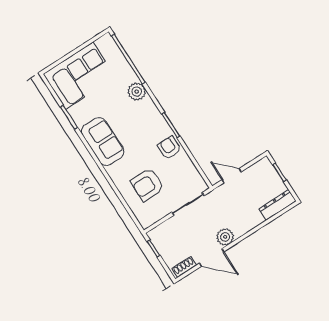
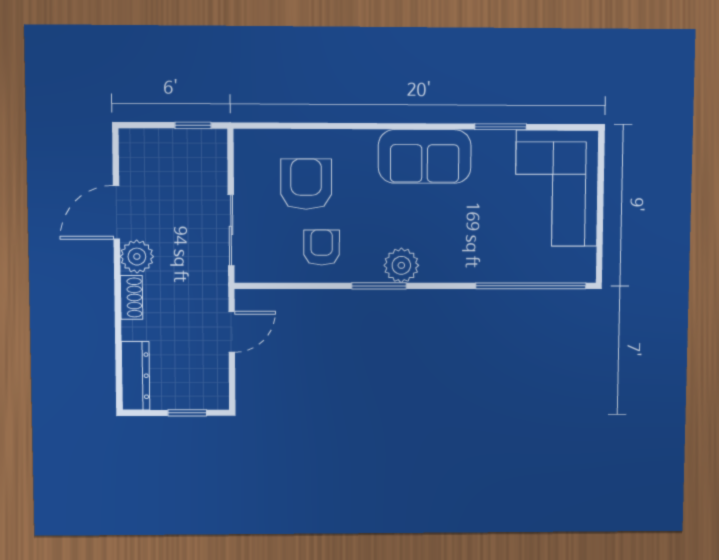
plant: (137, 92) -> (401, 265), moved
armchair: (169, 148) -> (322, 248), moved, turned -90
shoe rack: (184, 267) -> (132, 297), moved

